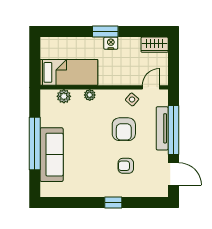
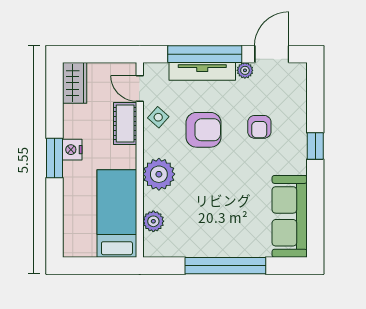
cot: (128, 78) -> (125, 123), added
plant: (90, 95) -> (159, 174), width x1.88, depth x1.88
sofa: (52, 155) -> (290, 216), moved, turned -90
plant: (163, 156) -> (245, 70), added

